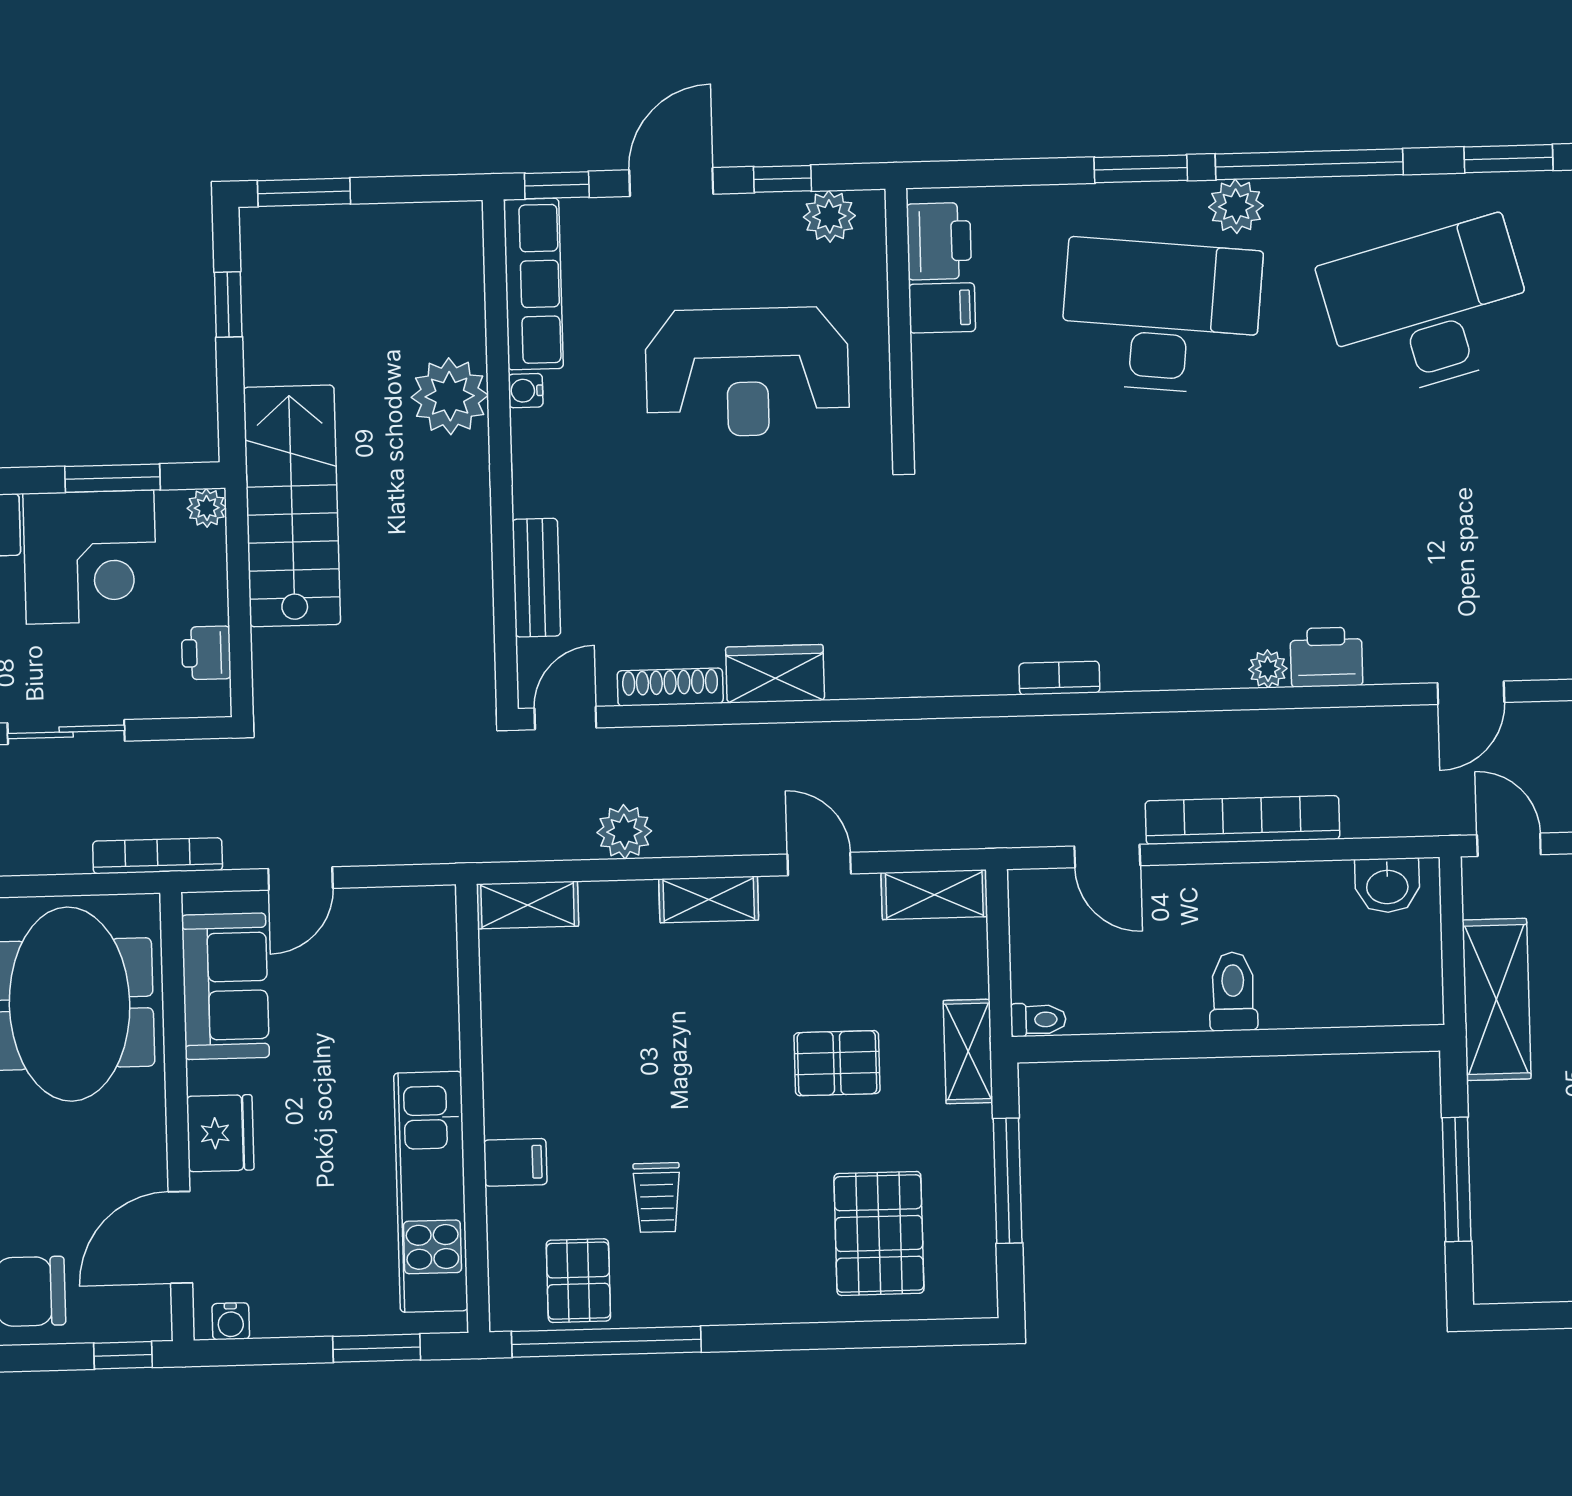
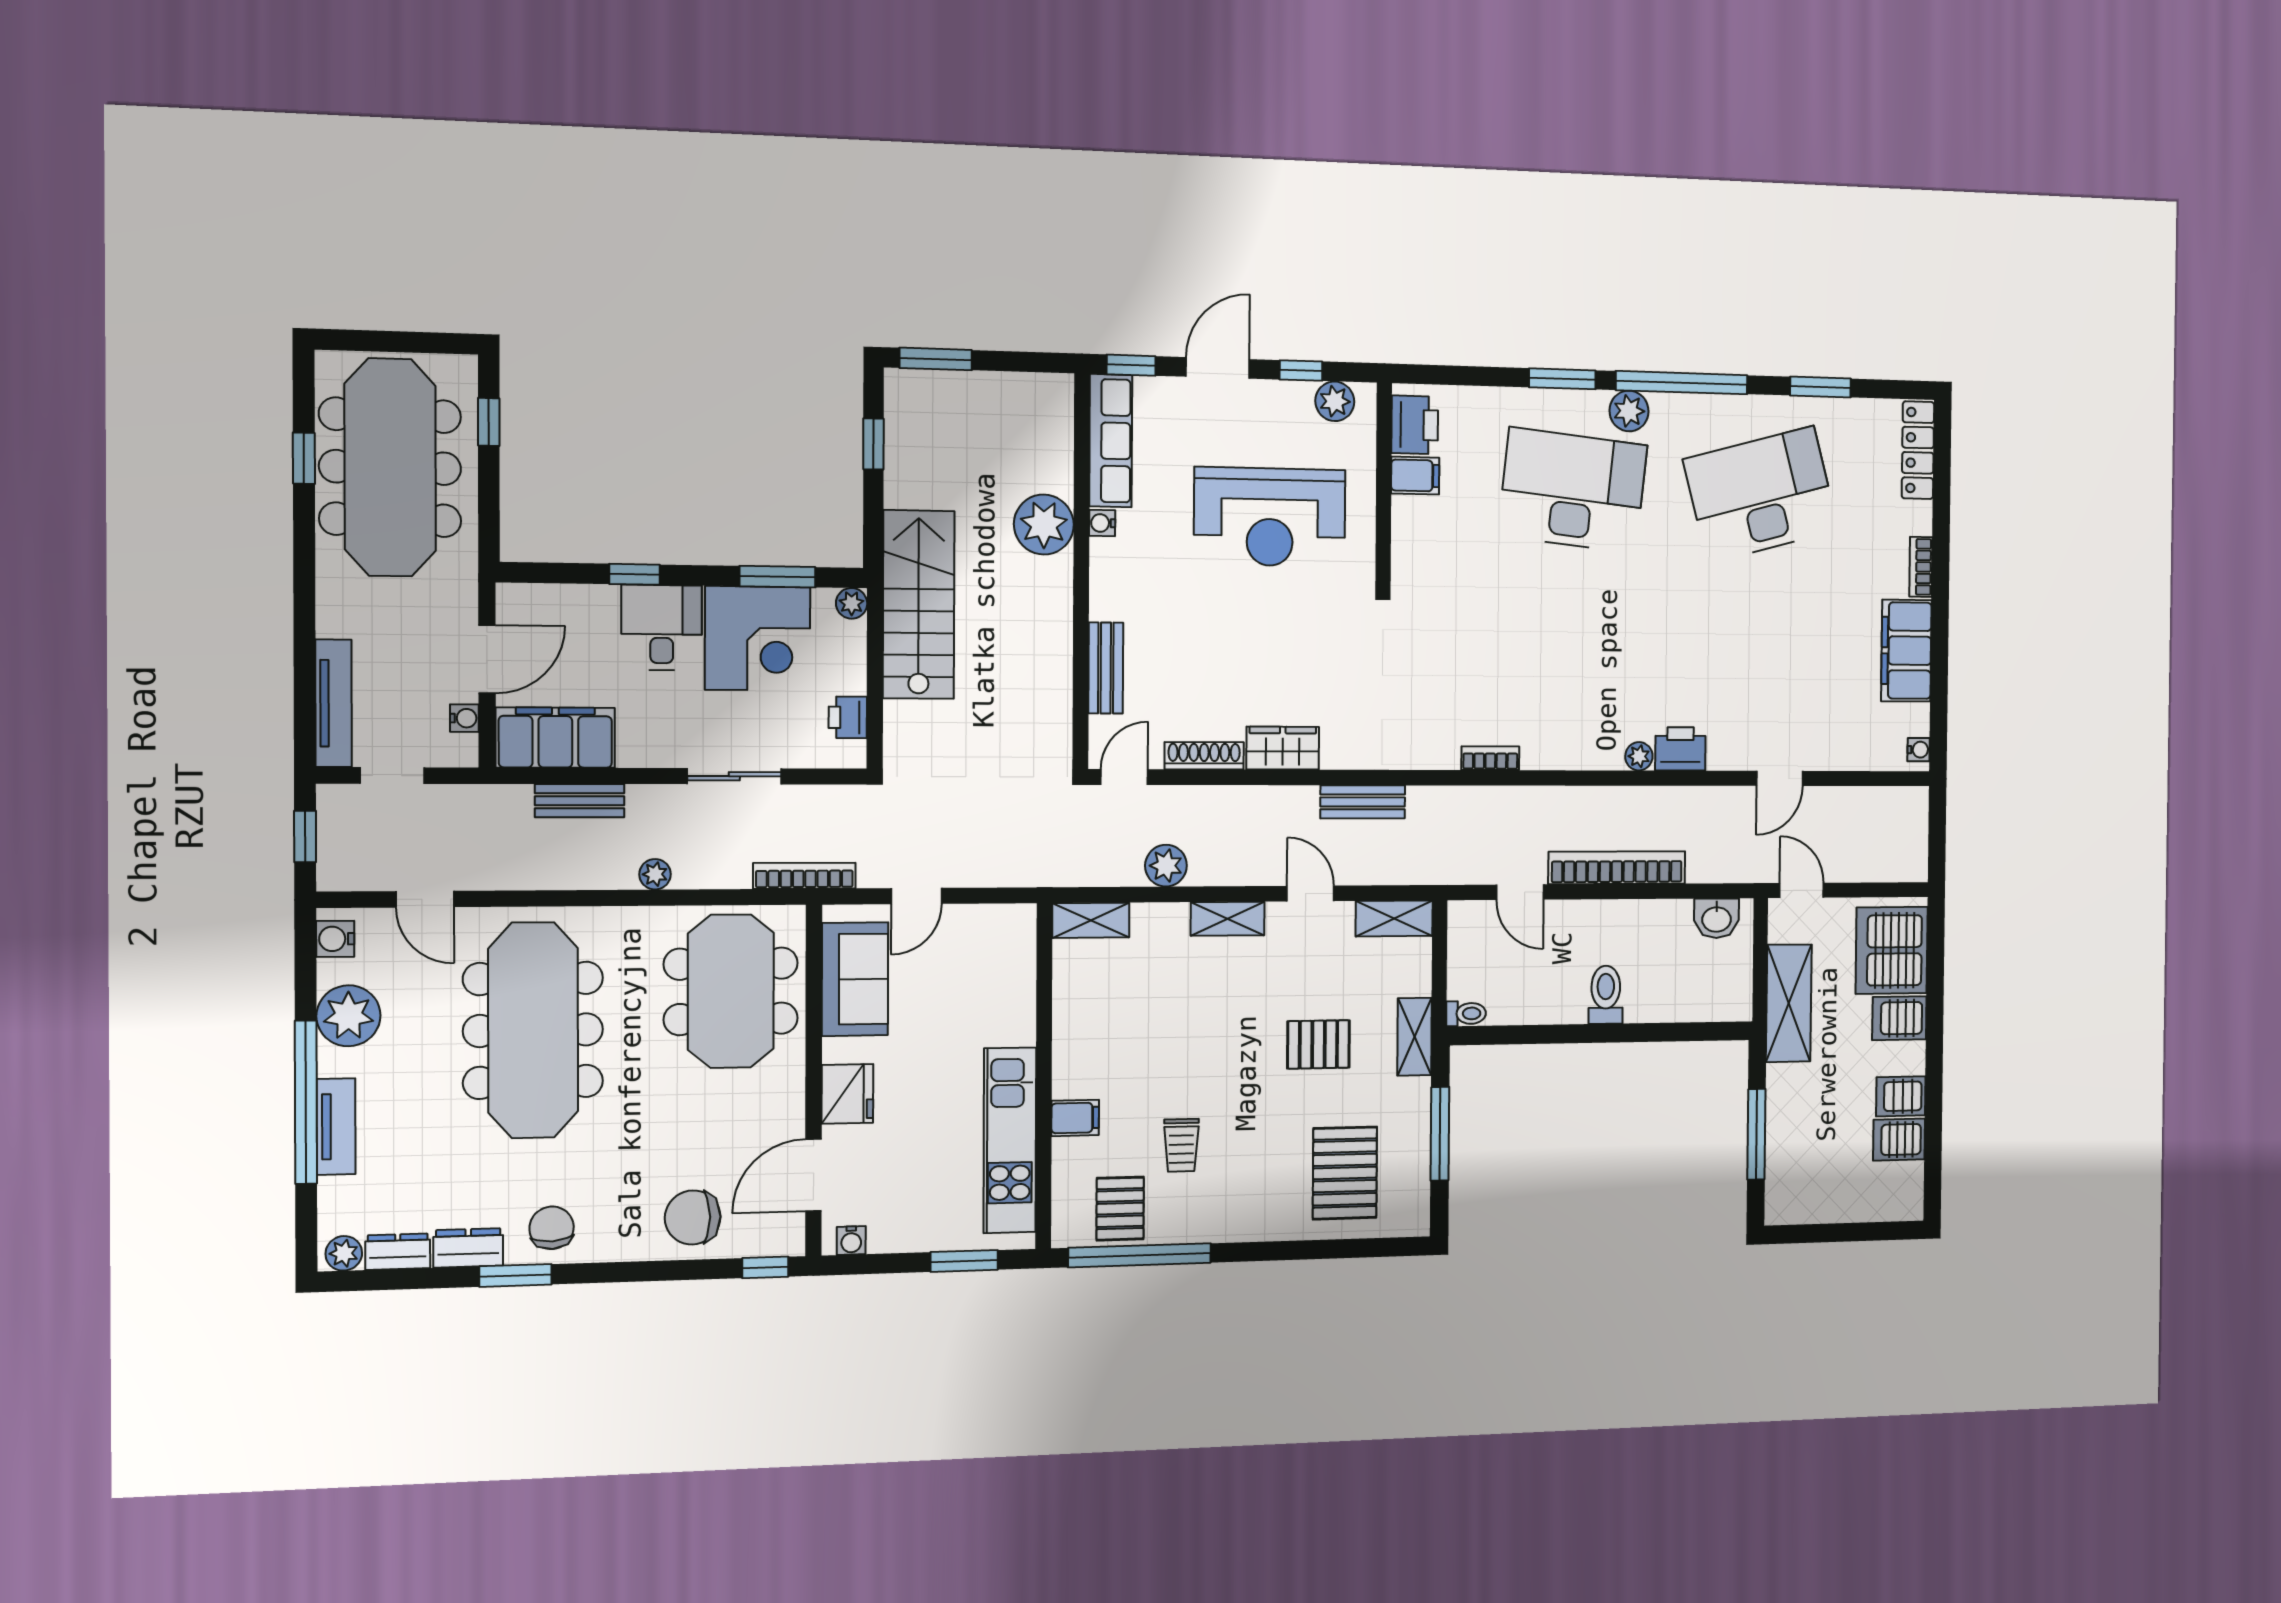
bench: (886, 741) -> (1363, 802), added

